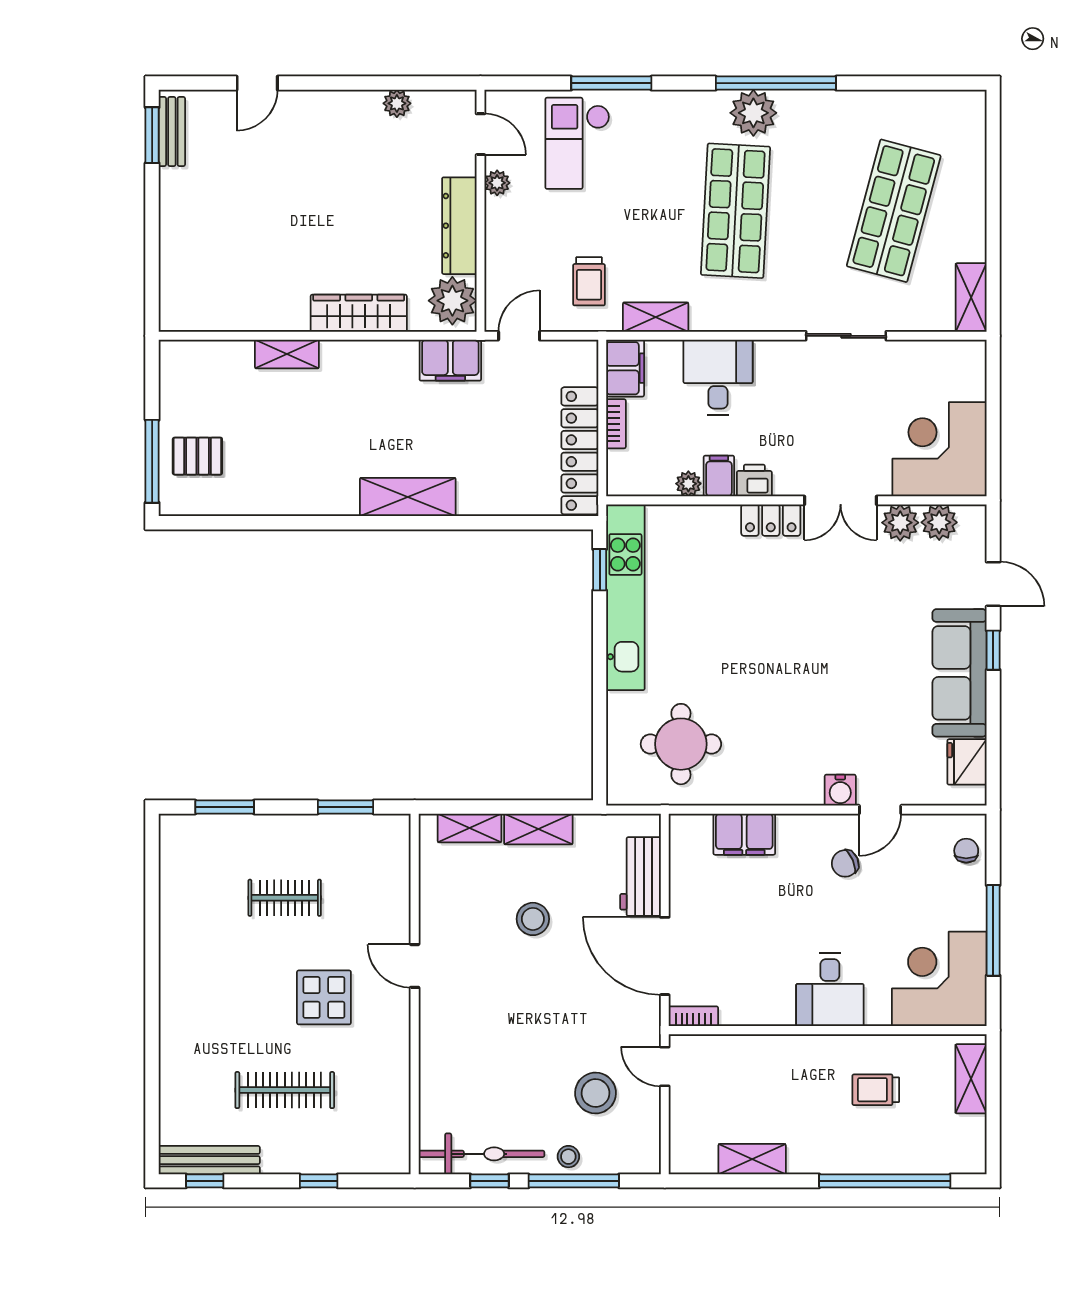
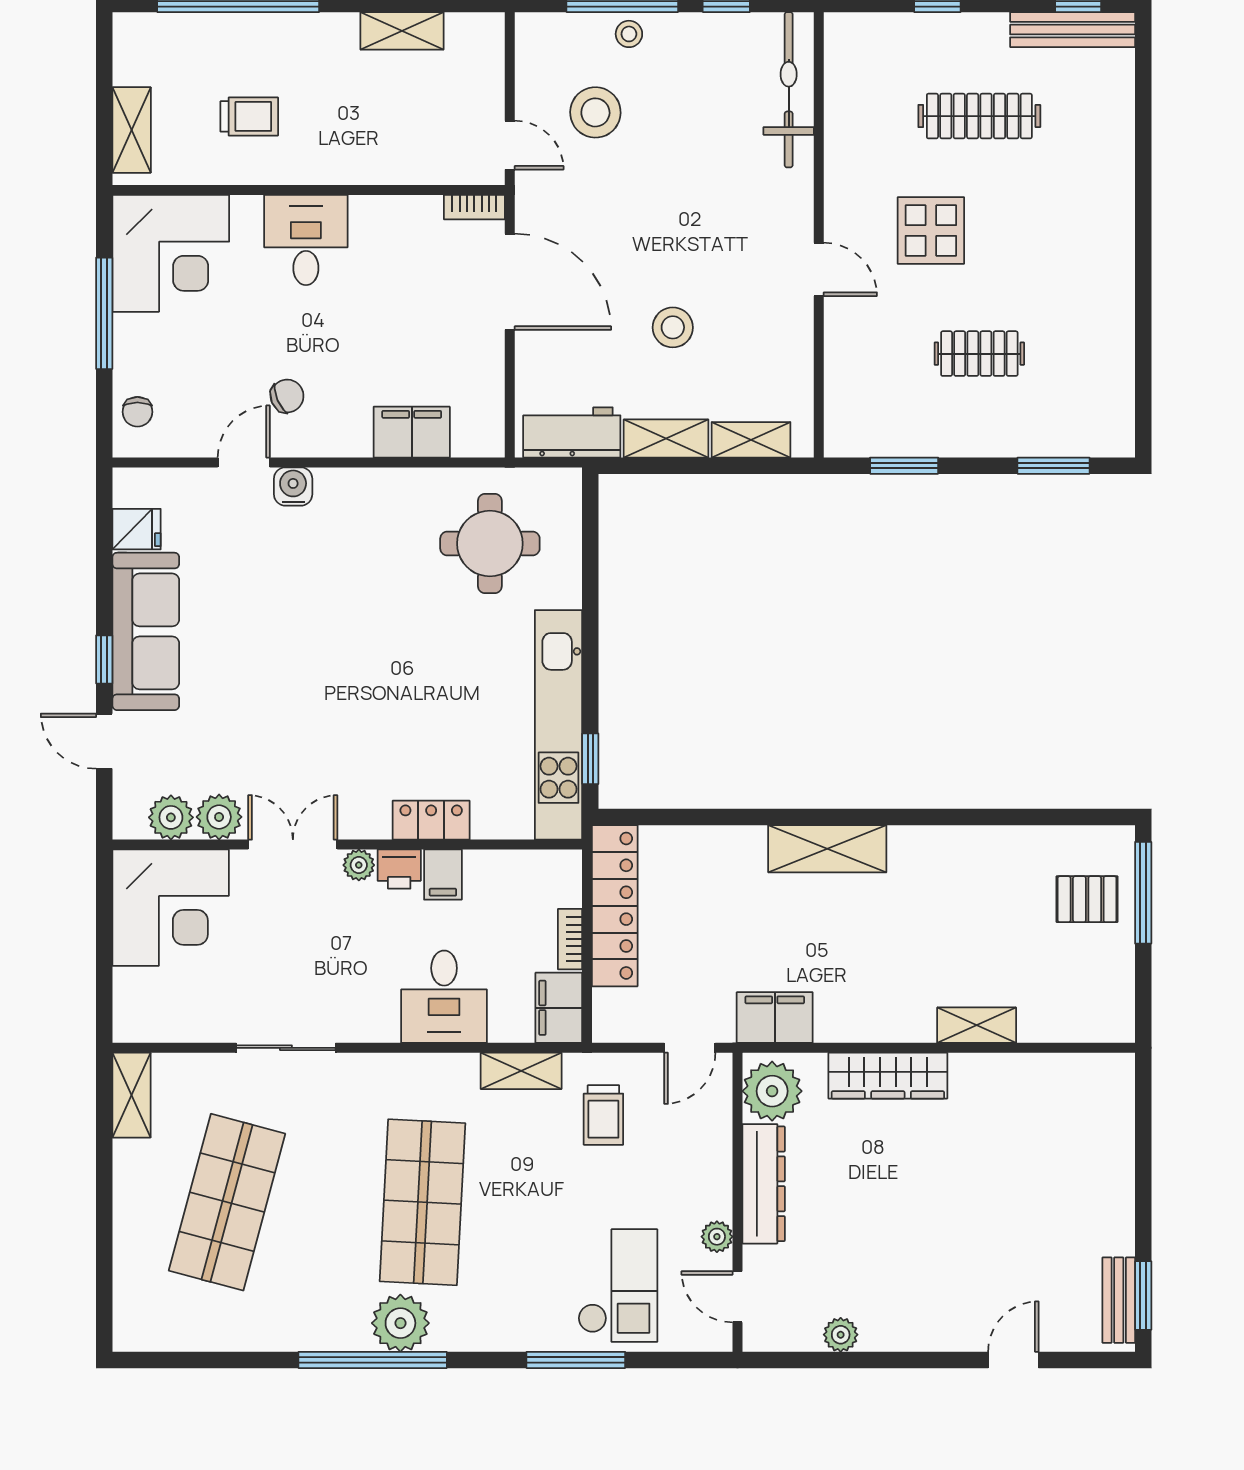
trolley: (589, 281) -> (603, 1115), turned 180
plant: (688, 484) -> (359, 865), moved
locker: (771, 520) -> (431, 820), moved
fridge: (967, 762) -> (137, 529), width x0.72
workbench: (640, 877) -> (572, 432), moved, turned -90
bicycle: (481, 1154) -> (789, 90), moved, turned 90

